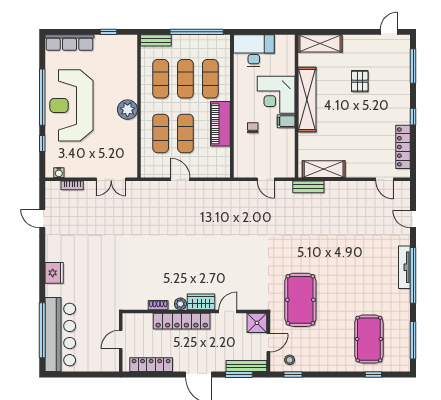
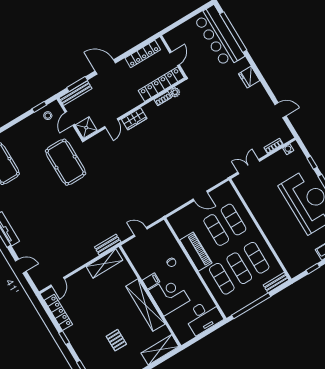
plant: (127, 110) -> (267, 222), removed
door: (385, 179) -> (58, 282), swing flipped
plant: (180, 304) -> (175, 92), moved
locker: (182, 321) -> (161, 84), moved

